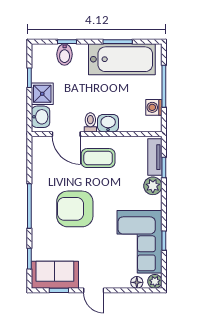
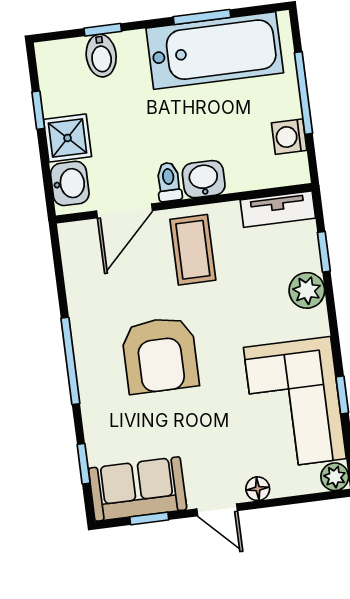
door: (66, 134) -> (125, 211), hinge flipped
tv unit: (155, 157) -> (278, 209), moved, turned -90
coffee table: (98, 158) -> (193, 250), turned 90
armchair: (75, 209) -> (160, 355), turned -90
floor lamp: (137, 282) -> (258, 489), moved

